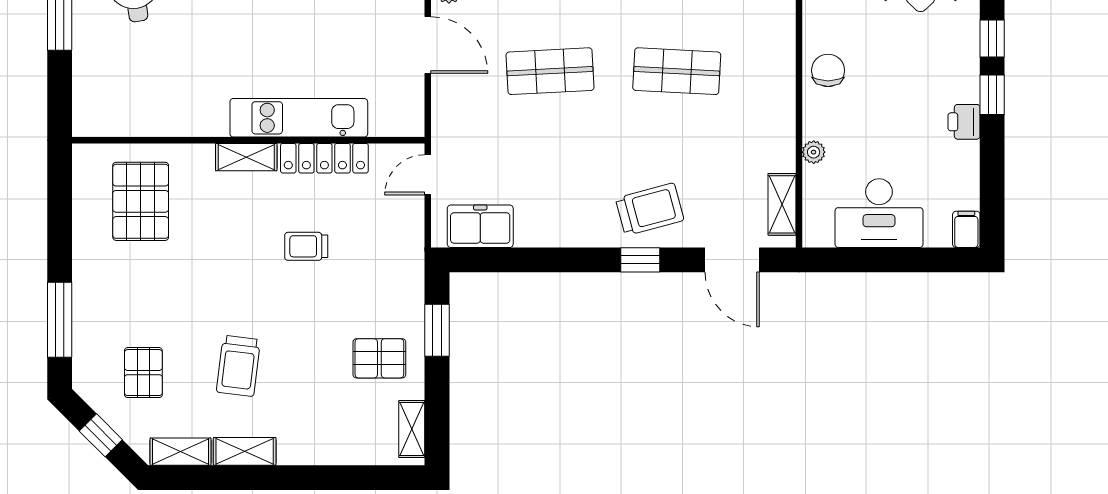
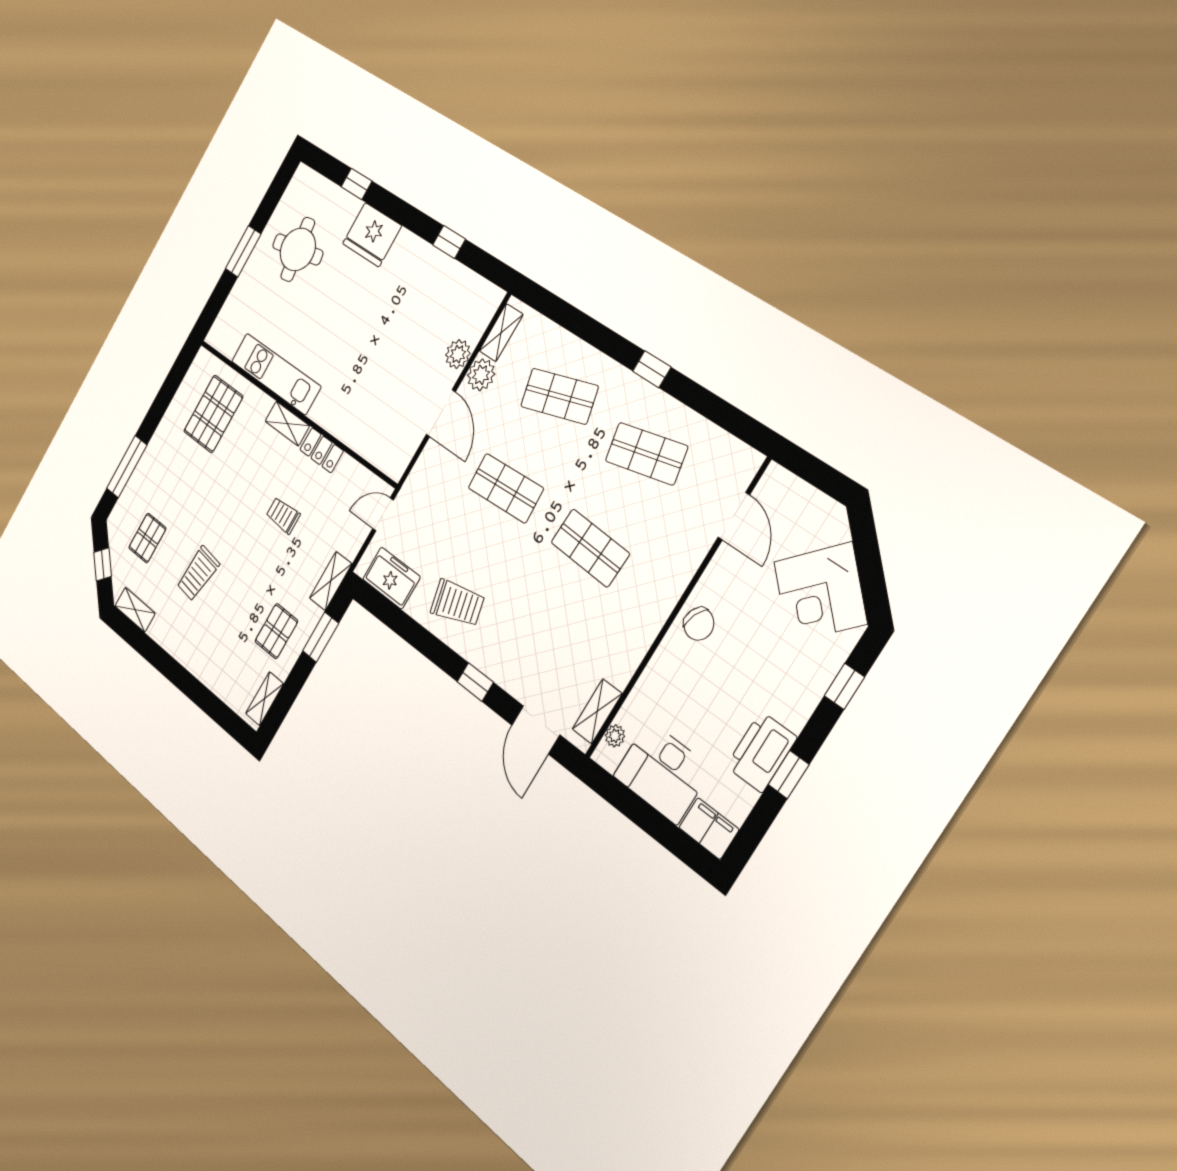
chair: (828, 70) -> (699, 624), turned 115
window: (992, 95) -> (789, 775), moved
kitchen unit: (299, 118) -> (276, 374), moved
printer: (964, 122) -> (761, 752), width x1.87, depth x1.48
plant: (814, 152) -> (615, 736), moved
locker: (324, 158) -> (322, 450), width x0.66
trolley: (650, 209) -> (457, 603), moved
filing cabinet: (966, 229) -> (709, 829), width x2.00
pallet: (379, 358) -> (276, 631), turned 90
shelving: (245, 451) -> (331, 581), moved, turned 90

